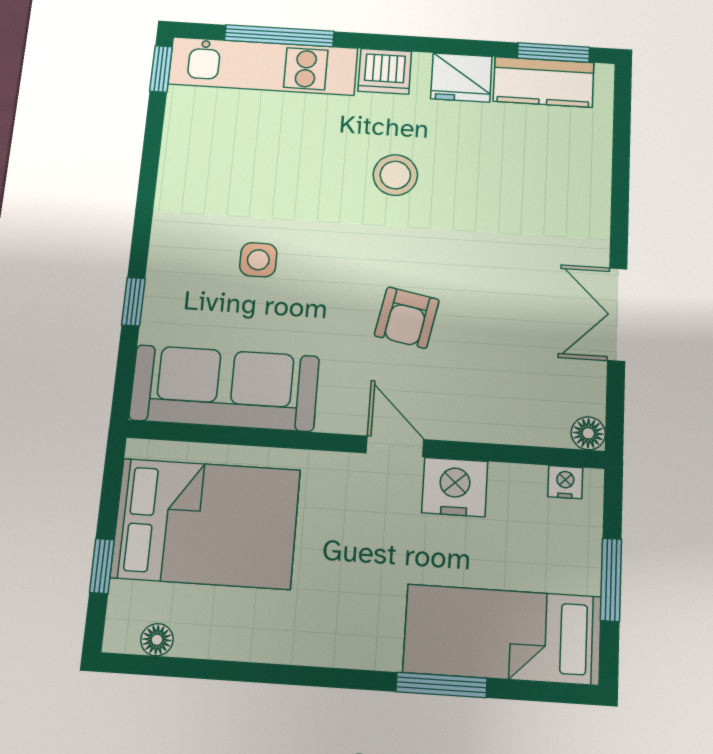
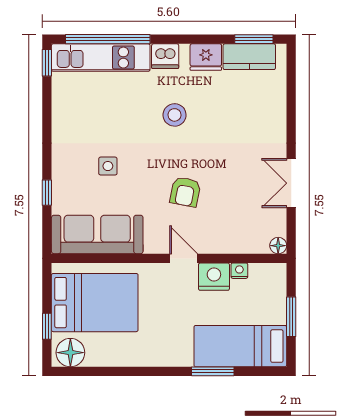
window: (279, 36) -> (108, 39), width x1.46
nightstand: (565, 482) -> (239, 271), moved
floor lamp: (157, 640) -> (70, 353), width x1.89, depth x1.89

